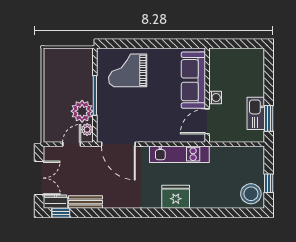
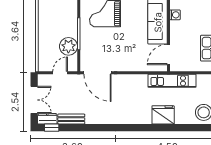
washing machine: (215, 97) -> (175, 15), moved
plant: (87, 130) -> (73, 61), removed
kitchen unit: (179, 154) -> (172, 81), moved
fridge: (176, 197) -> (163, 115), moved

